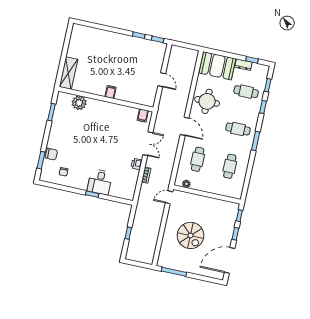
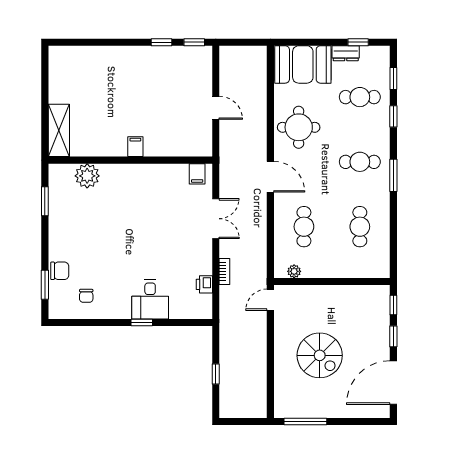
printer: (136, 164) -> (204, 284), moved

